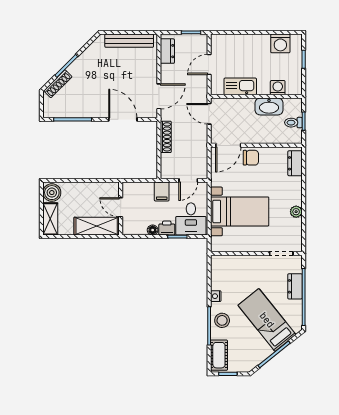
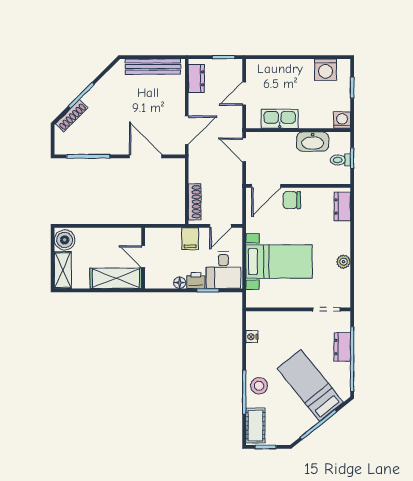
washing machine: (278, 88) -> (342, 120), moved
shoe rack: (166, 137) -> (195, 202), moved
chair: (251, 158) -> (292, 200), turned 180
nightstand: (216, 296) -> (252, 337), moved

